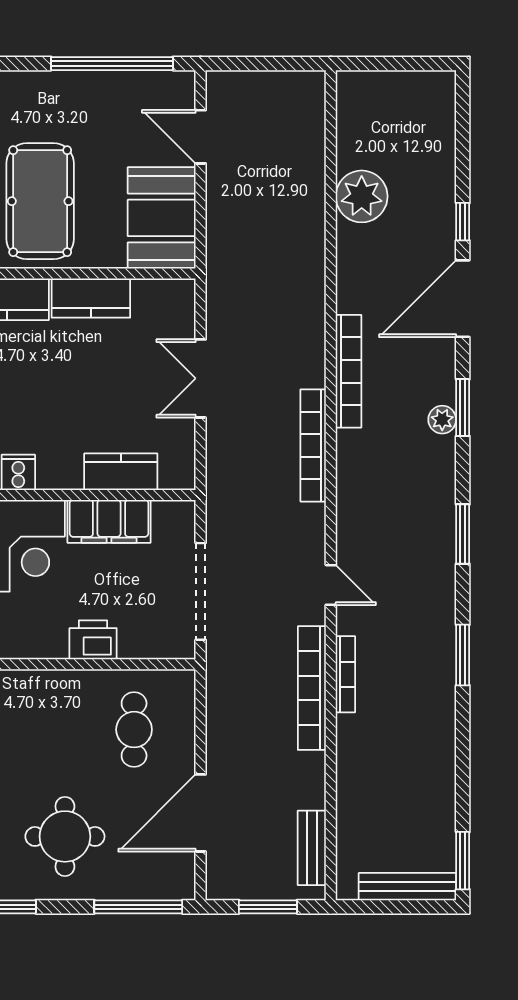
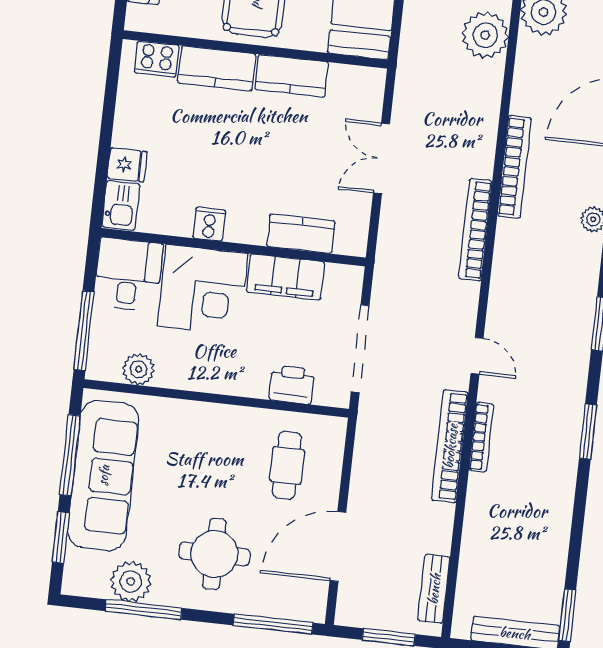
plant: (300, 229) -> (485, 35), added
printer: (93, 640) -> (292, 385), moved

